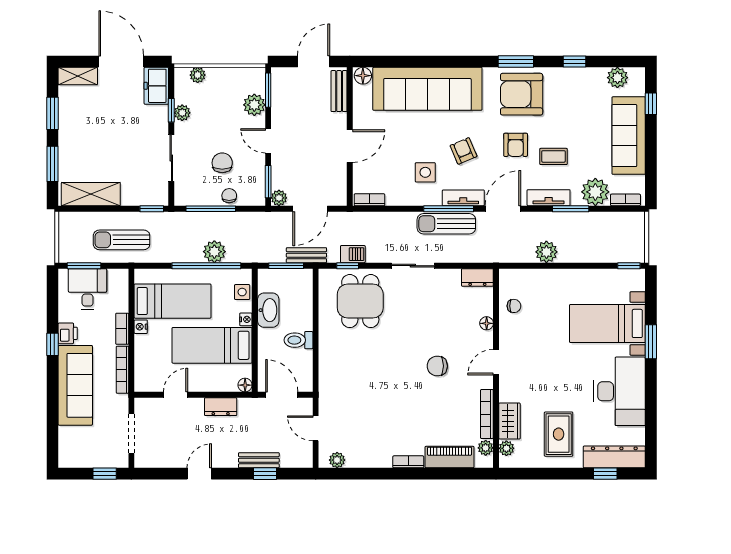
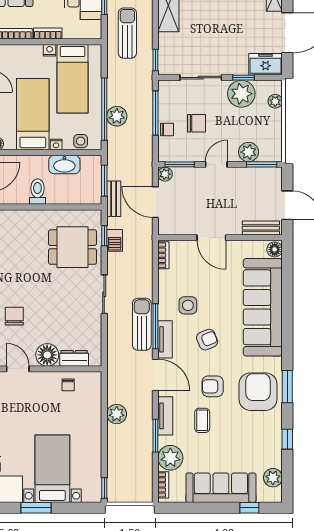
plant: (182, 113) -> (241, 94), width x1.87, depth x1.87
dresser: (477, 277) -> (74, 358), moved, turned 90
floor lamp: (487, 323) -> (47, 355), width x1.89, depth x1.89

